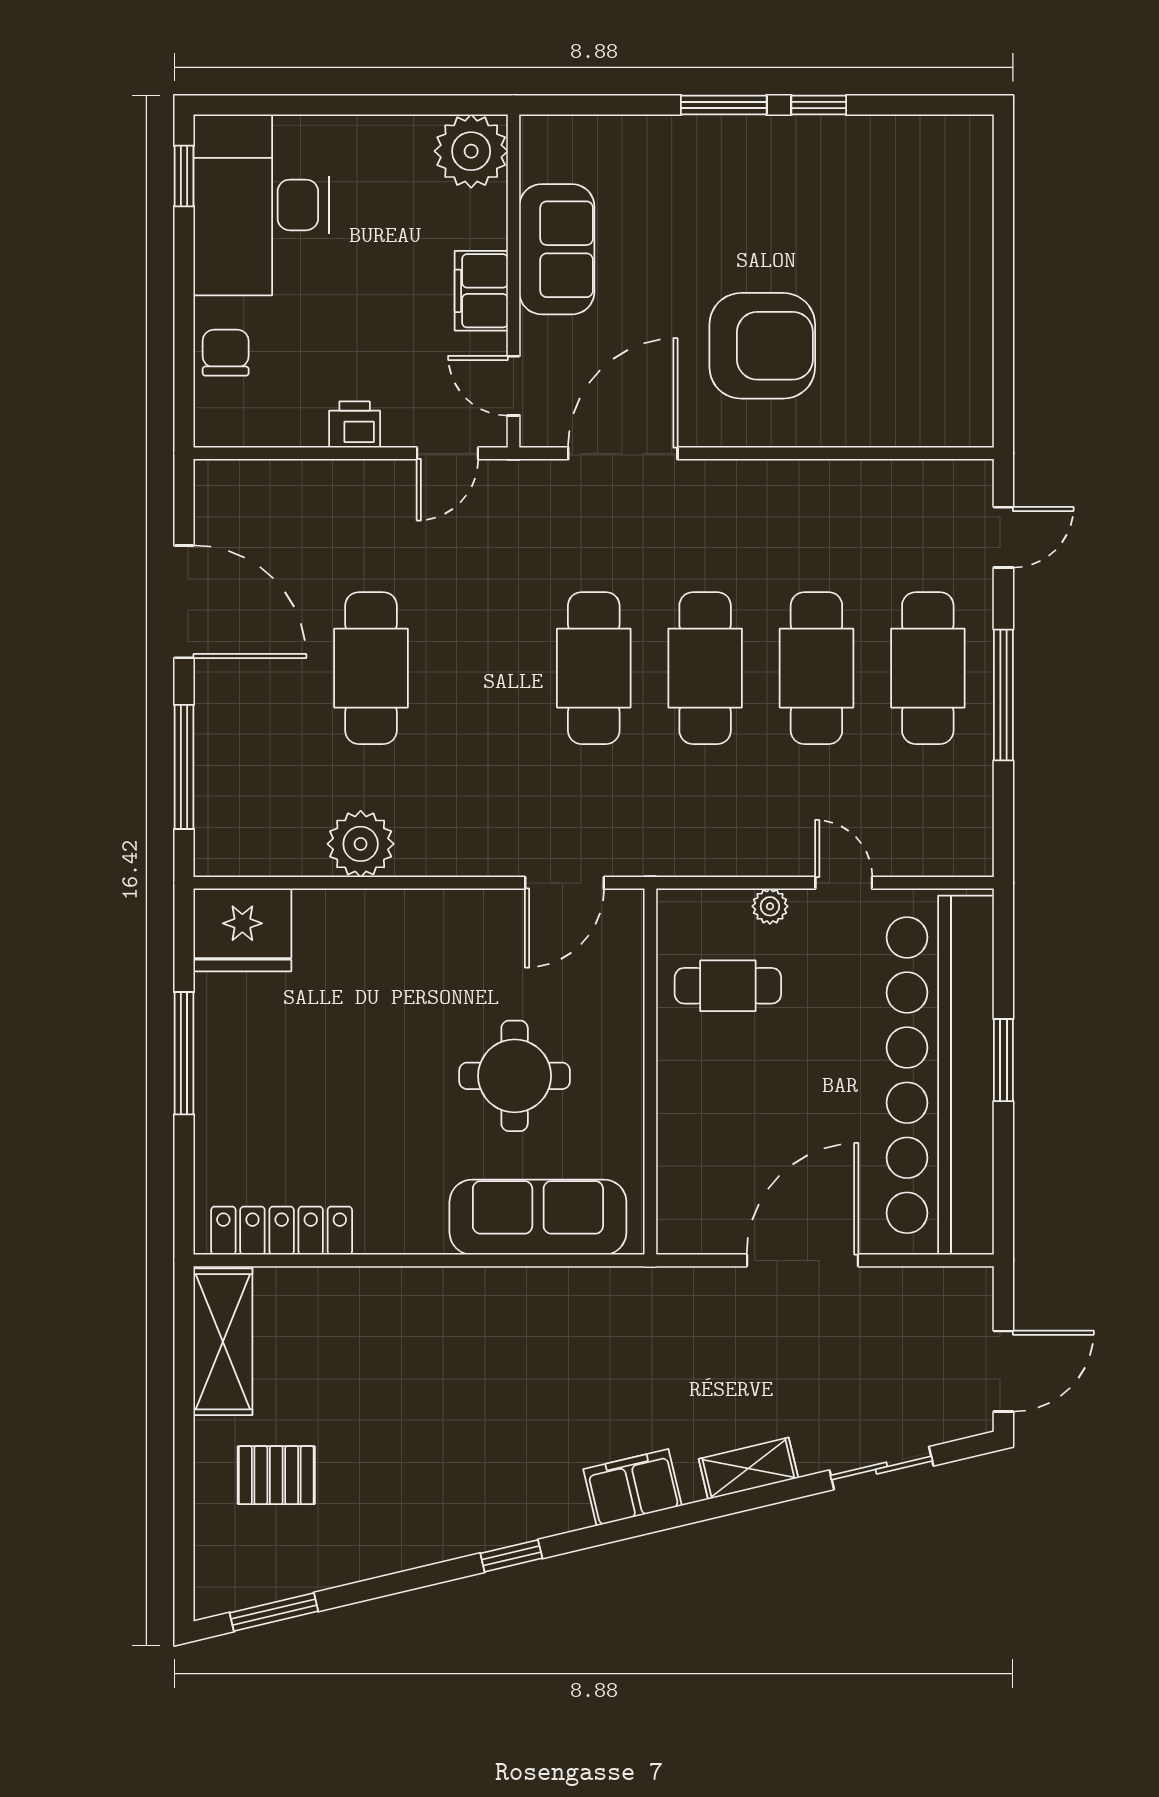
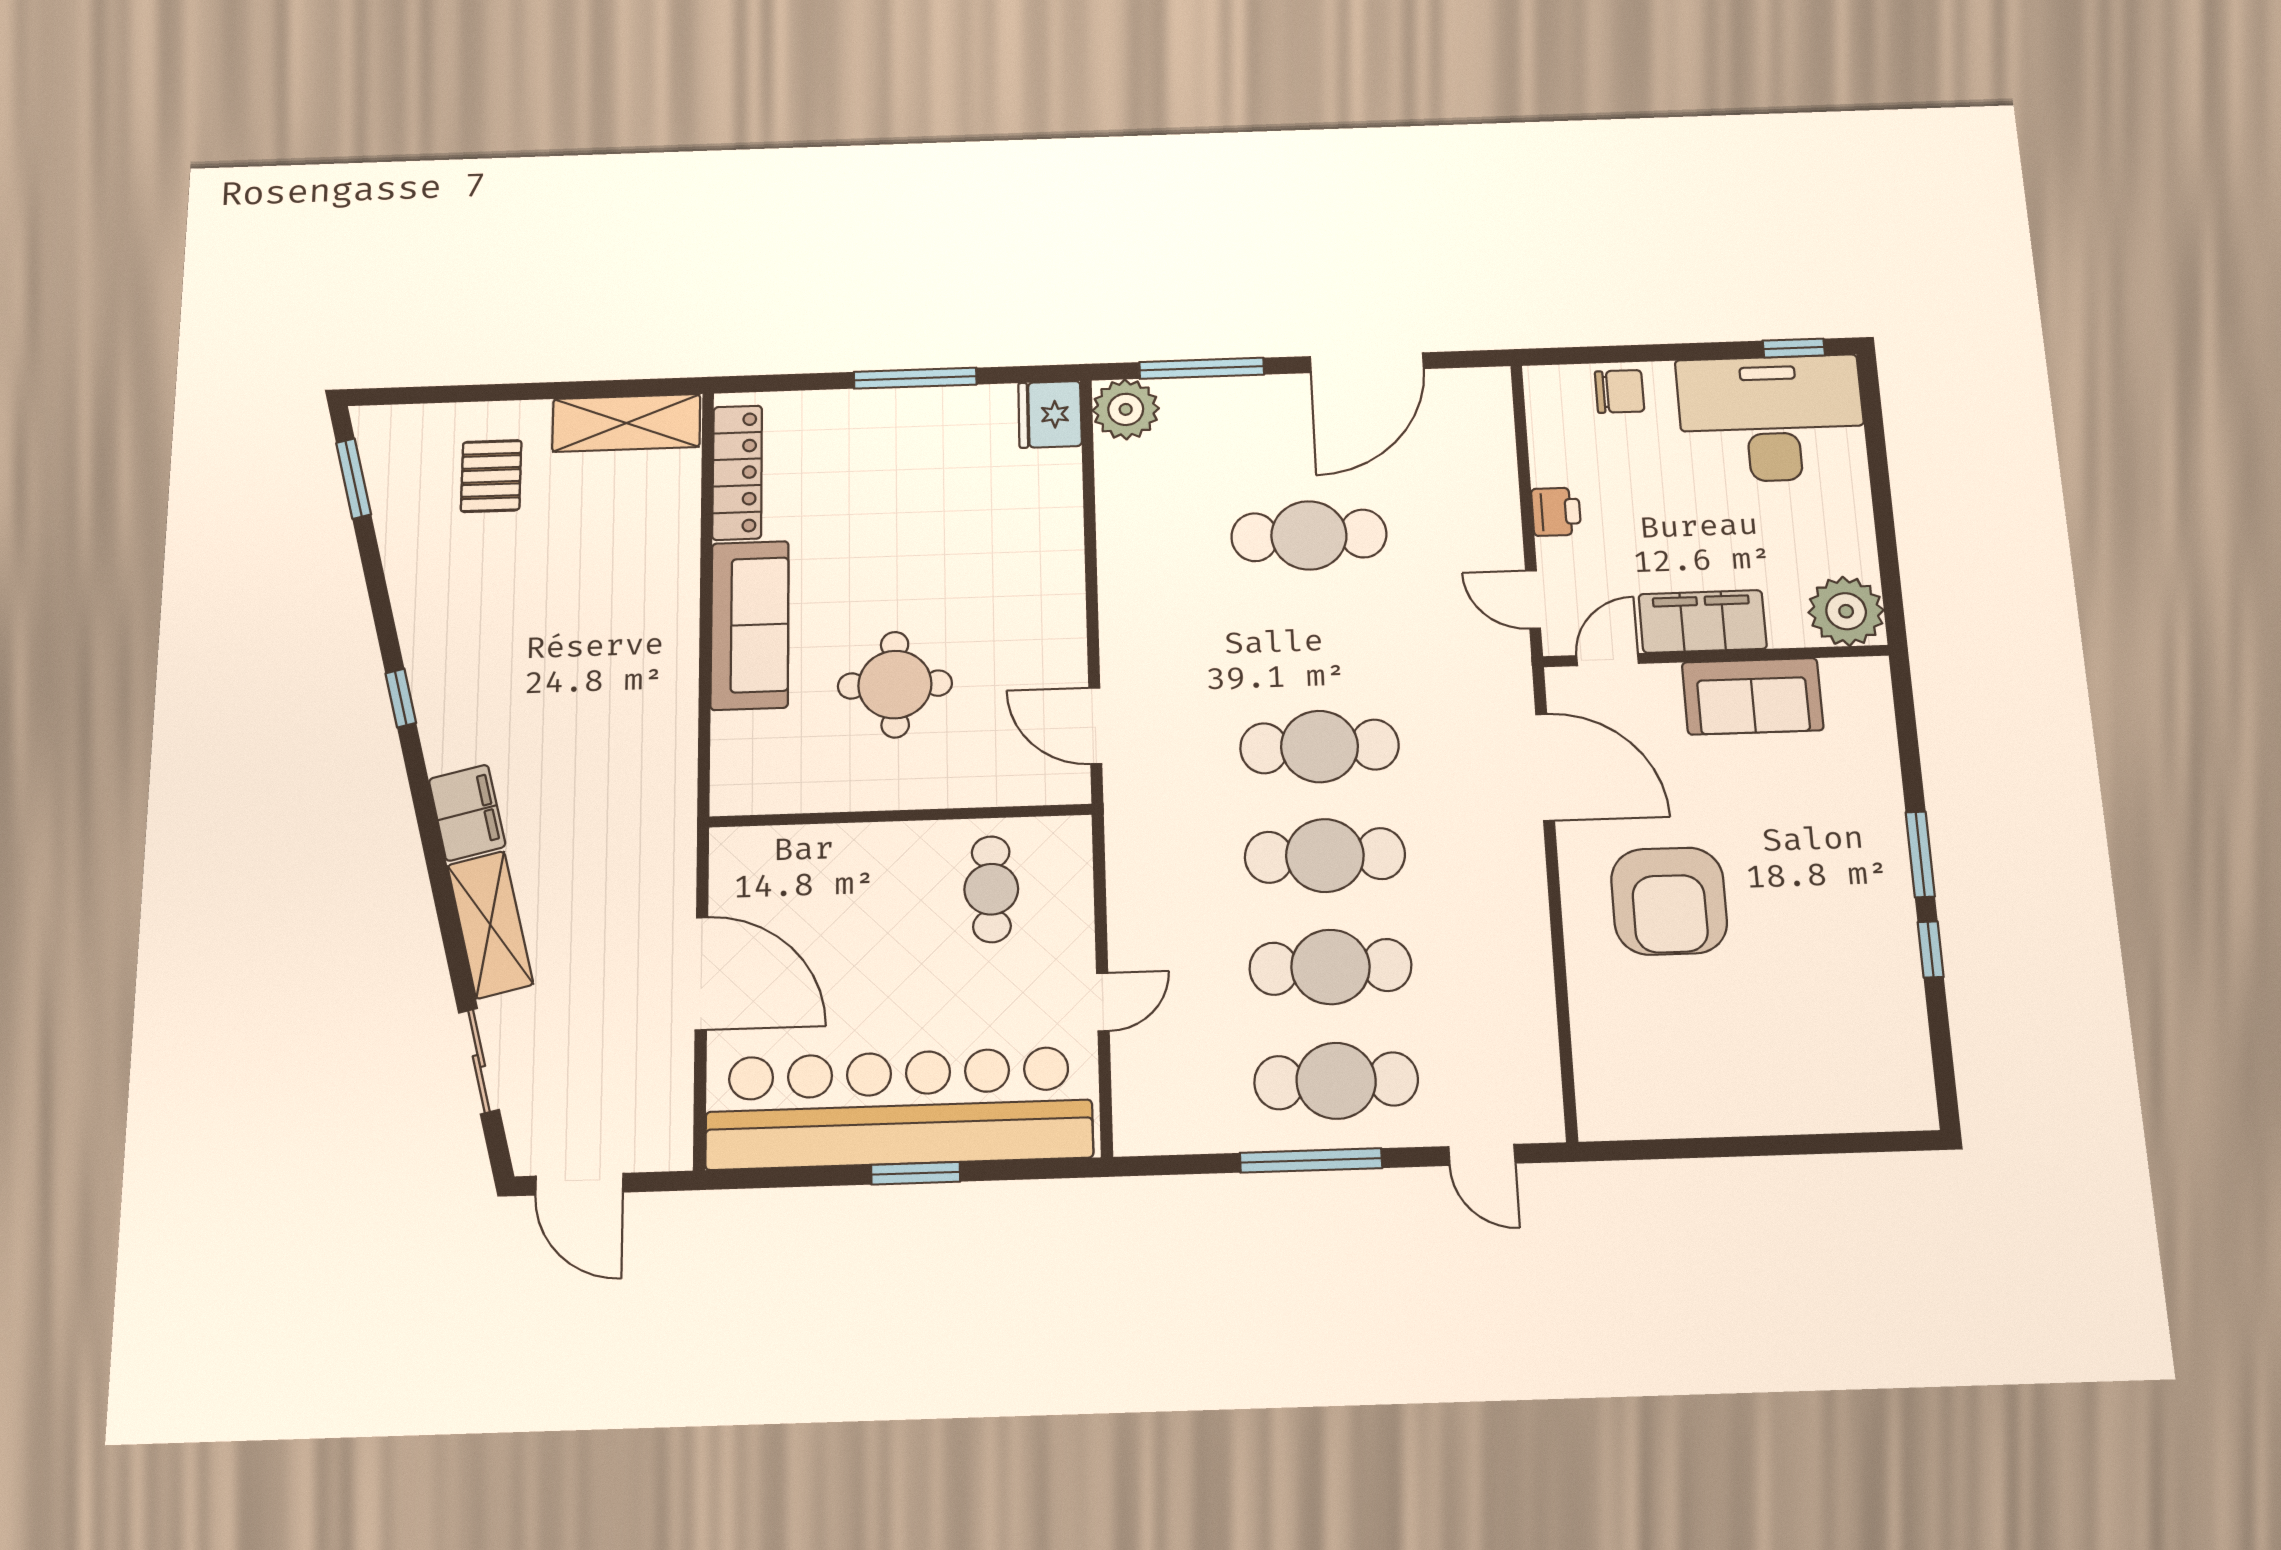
filing cabinet: (481, 291) -> (1703, 621), width x1.50, depth x1.17
plant: (361, 844) -> (1126, 409), moved
plant: (770, 906) -> (1076, 928), removed
fridge: (242, 930) -> (1050, 414), width x0.73, depth x0.75
sofa: (538, 1217) -> (750, 625), moved
shelving: (748, 1468) -> (490, 925), width x1.50, depth x1.33

